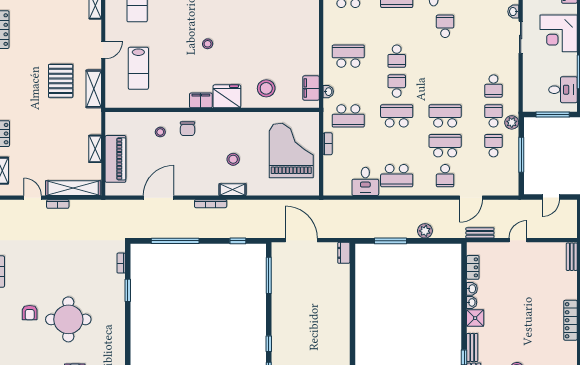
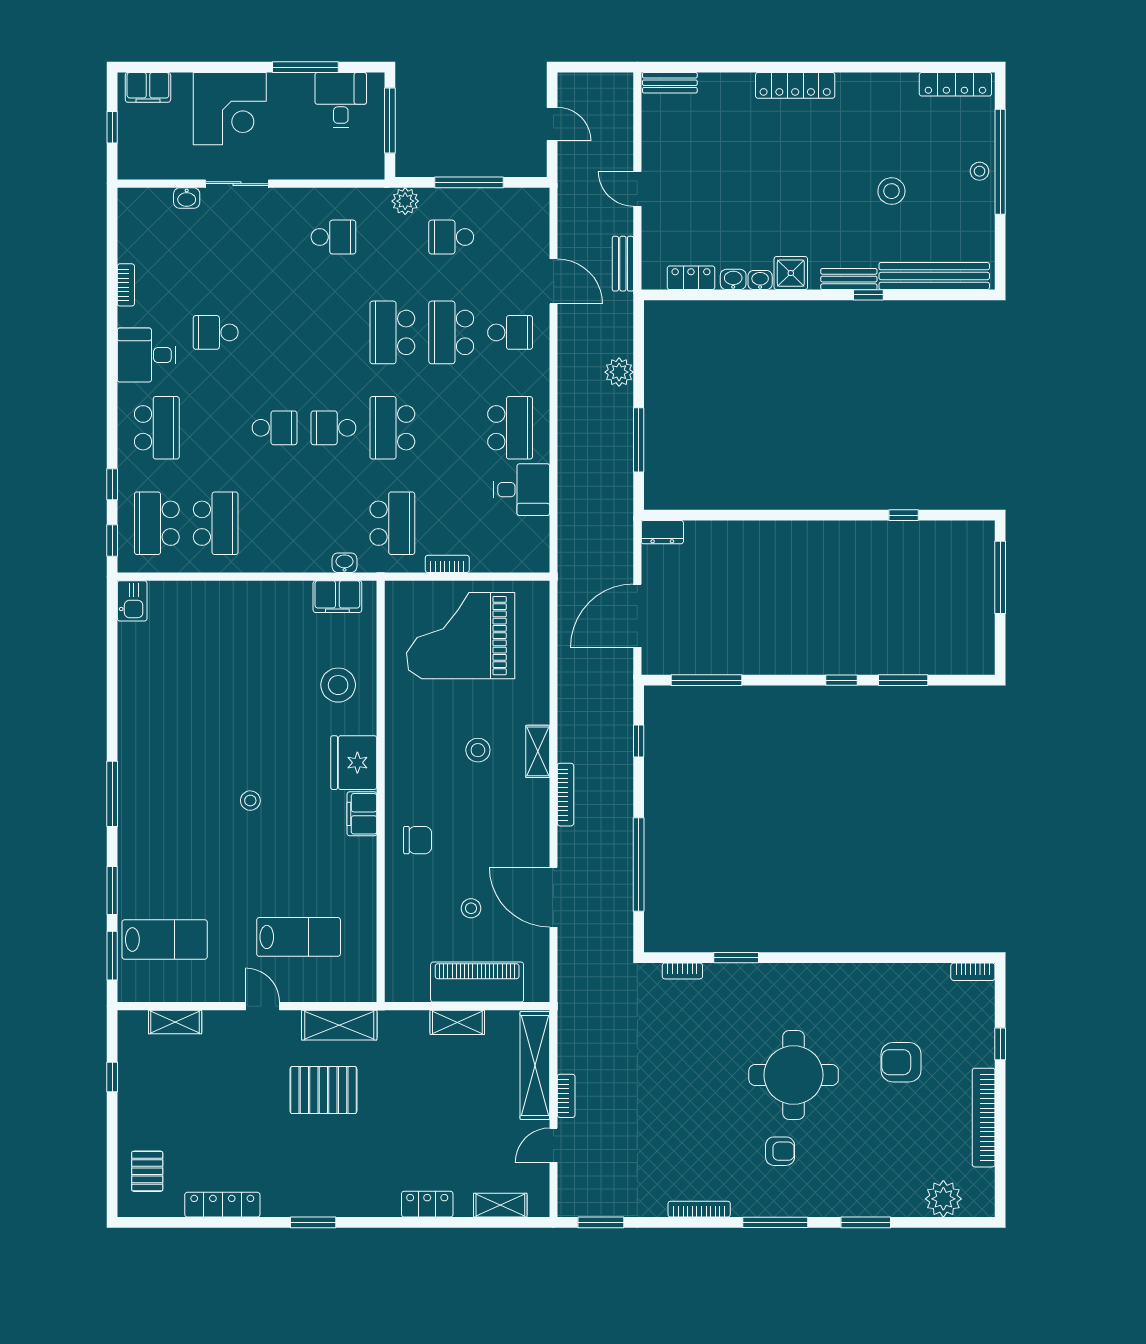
school desk: (348, 56) -> (216, 523), moved, turned 180
school desk: (493, 116) -> (392, 237), removed
stool: (160, 132) -> (471, 908), moved

